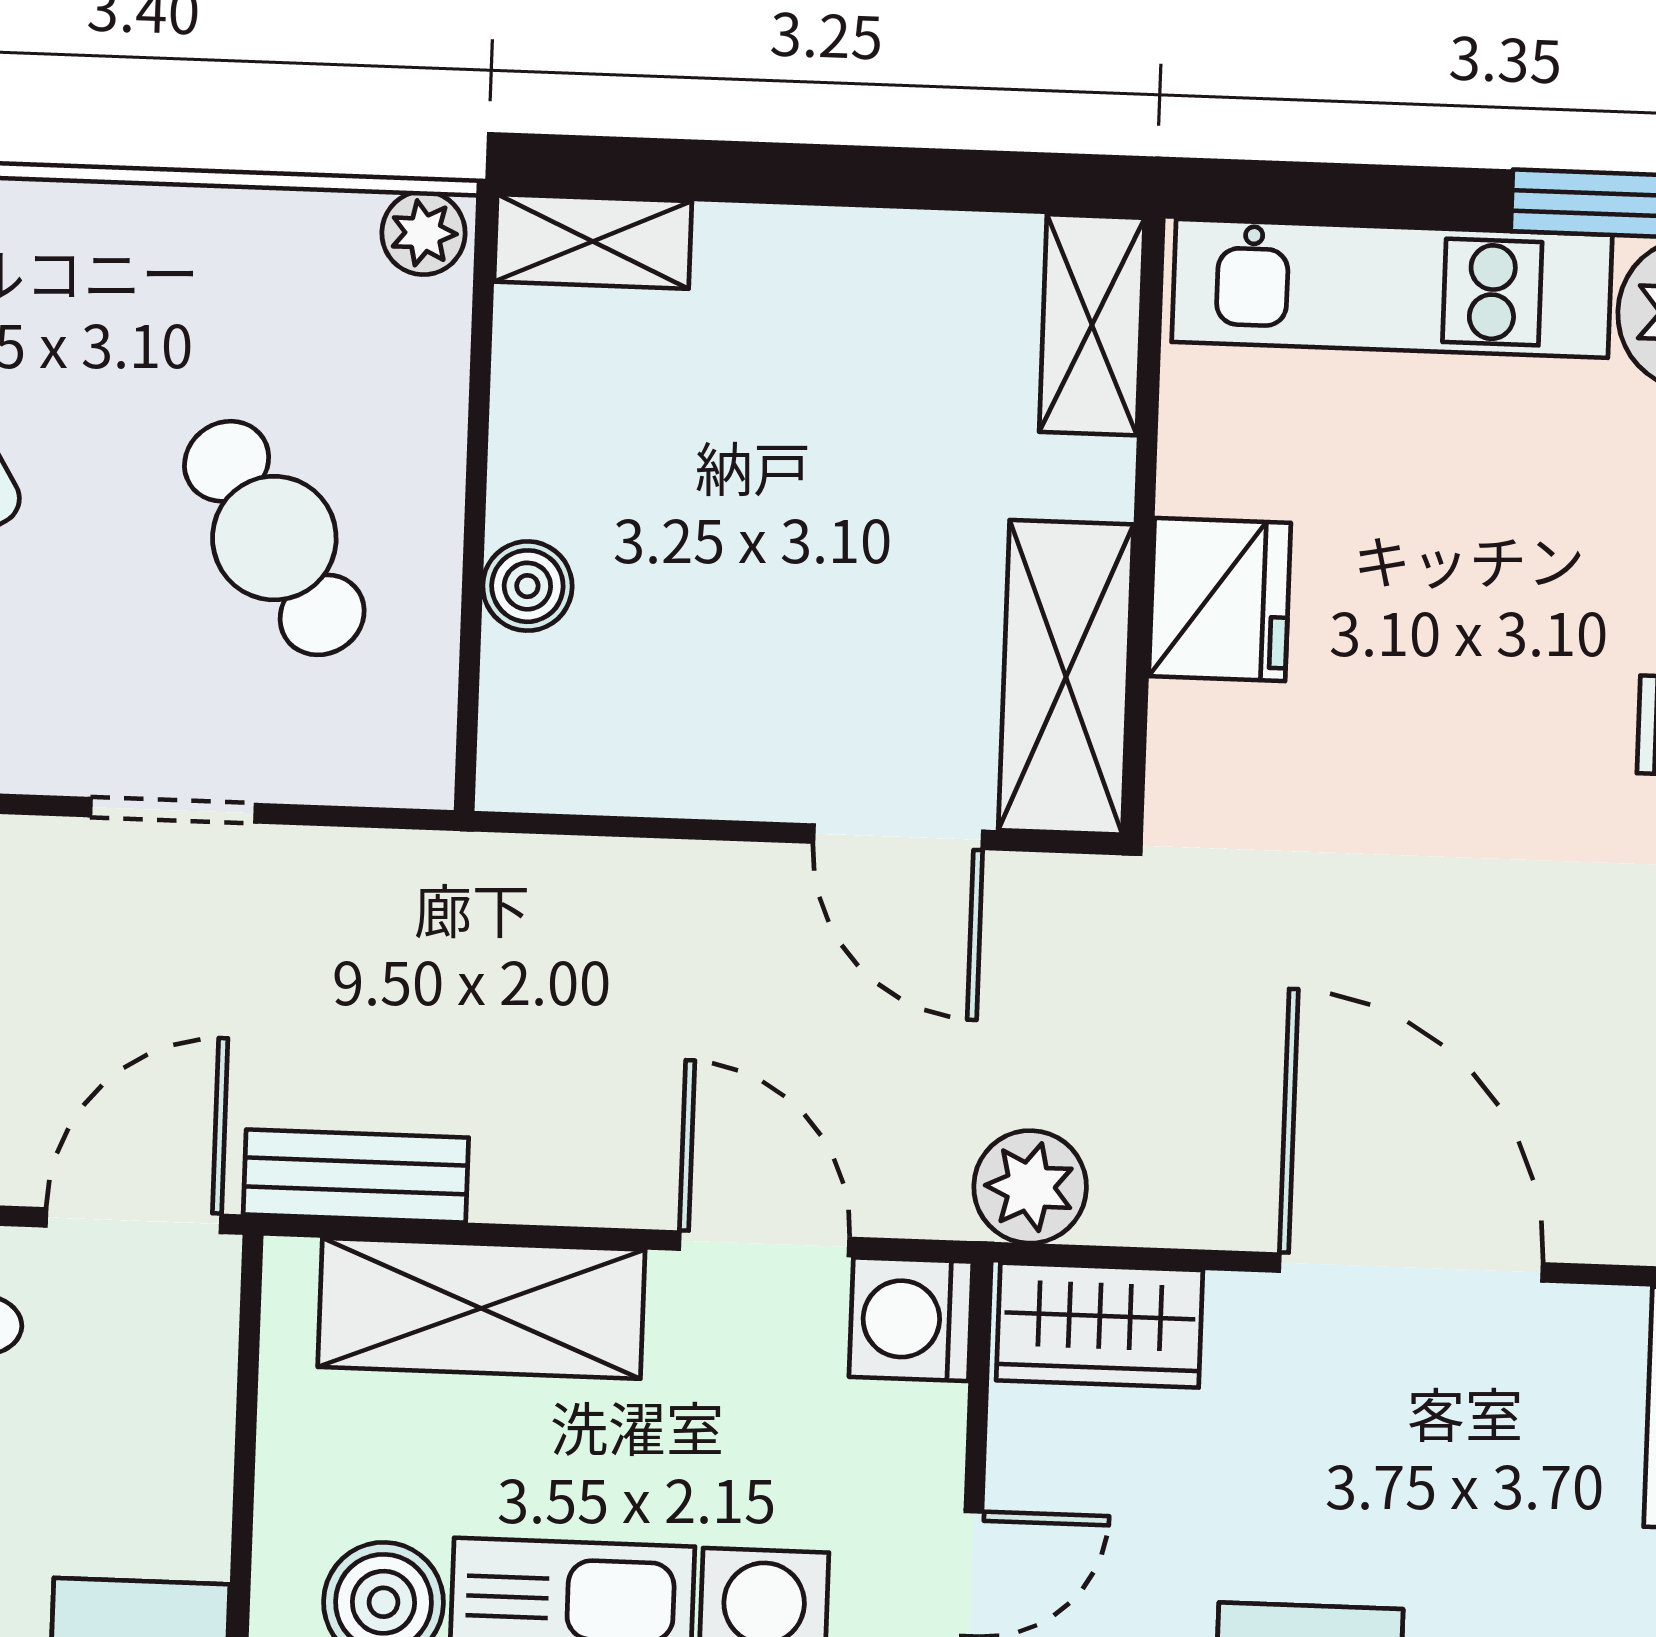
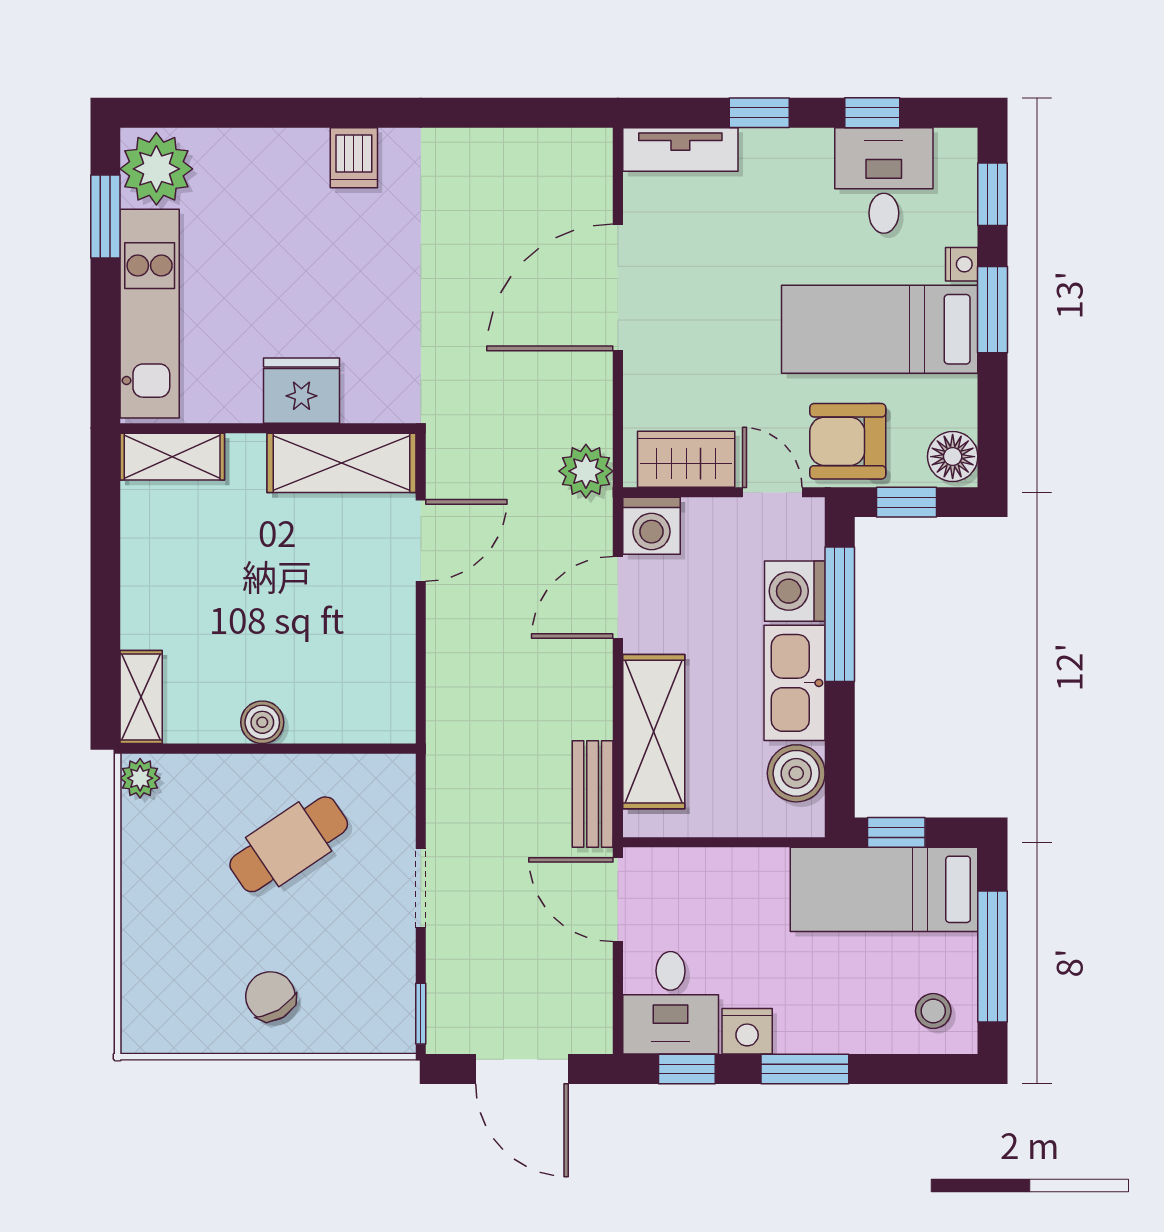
boiler: (527, 586) -> (262, 722), moved
wardrobe: (1099, 1325) -> (686, 459), moved, turned -90

